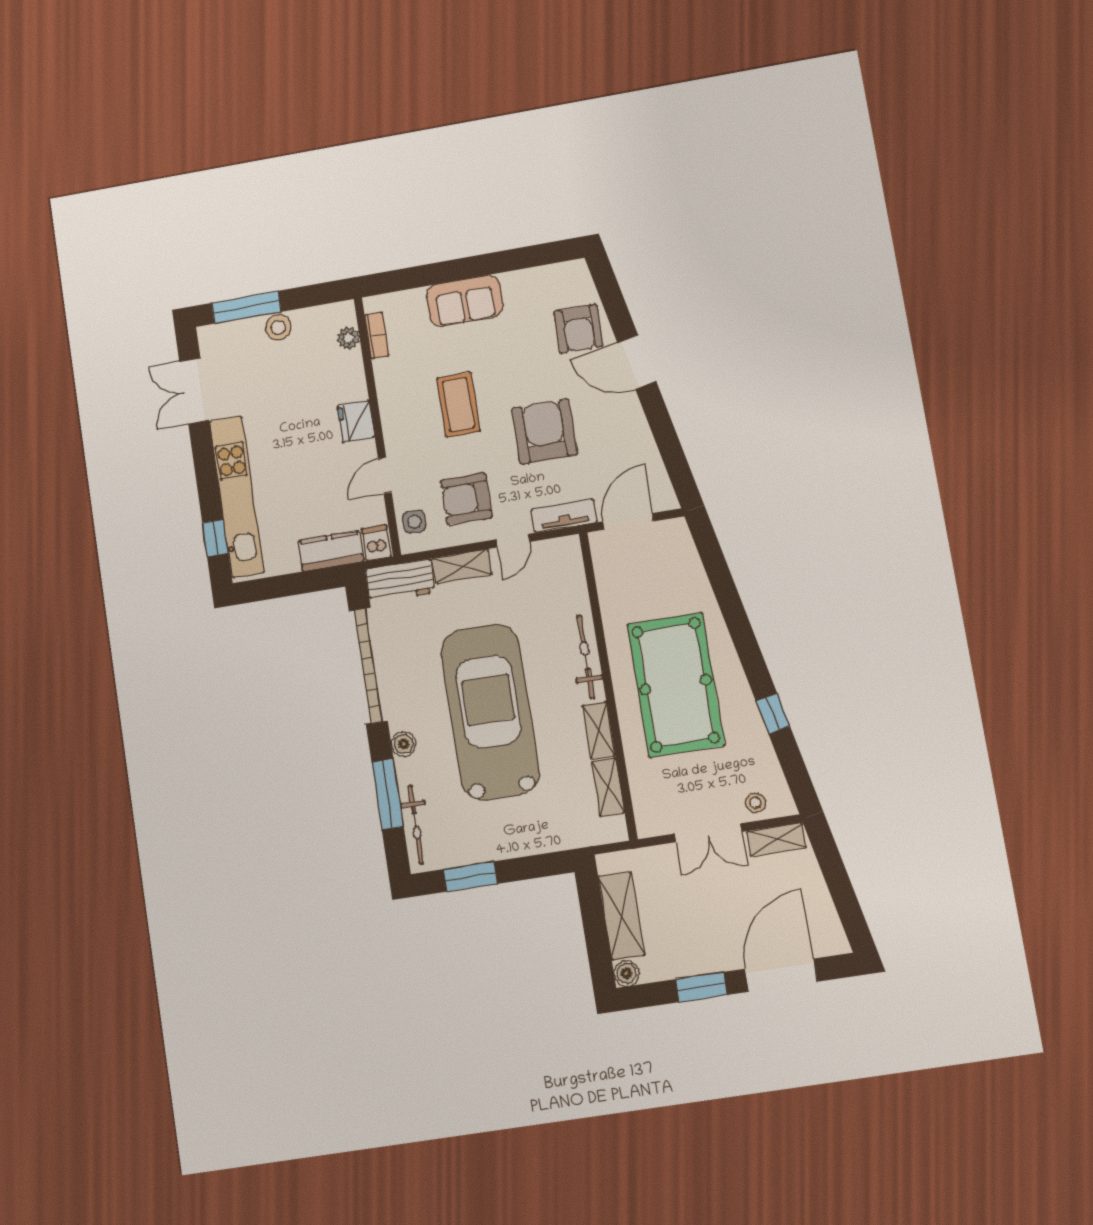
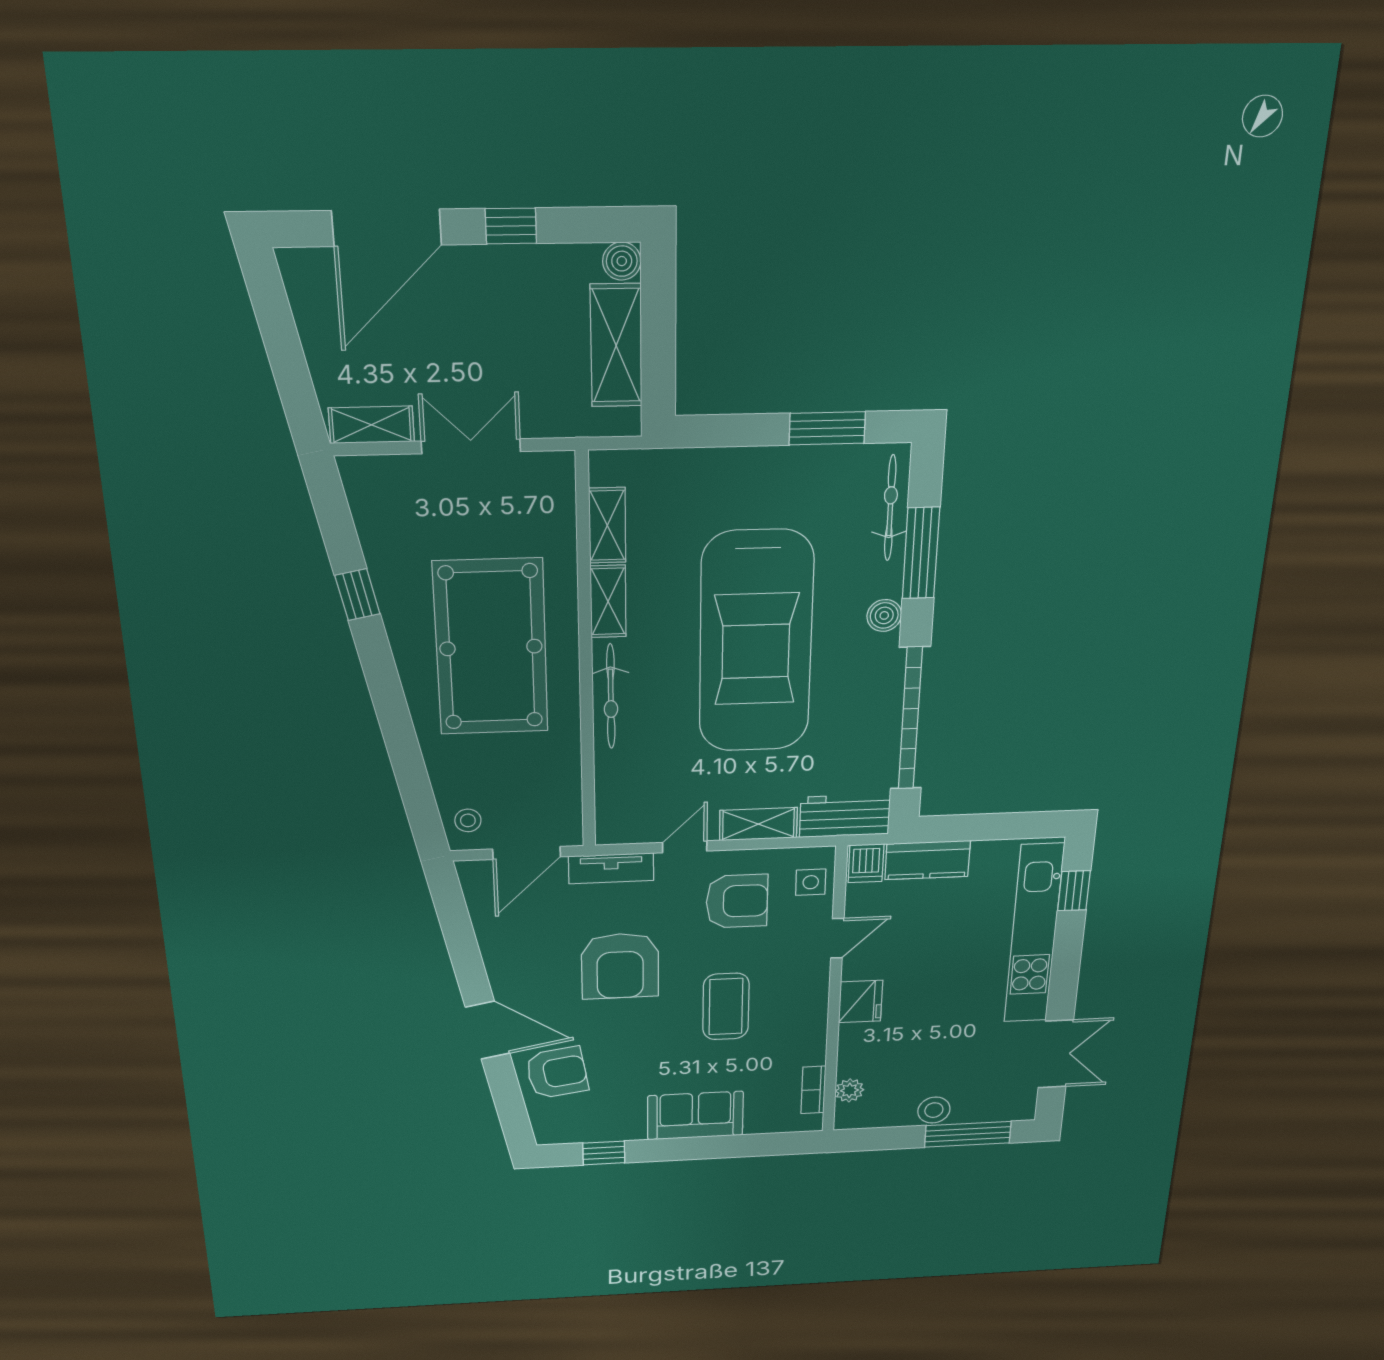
window: (531, 257) -> (604, 1153), added
armchair: (578, 329) -> (557, 1073), turned 81
stool: (755, 803) -> (468, 820), moved
window: (701, 987) -> (511, 226), width x0.67

